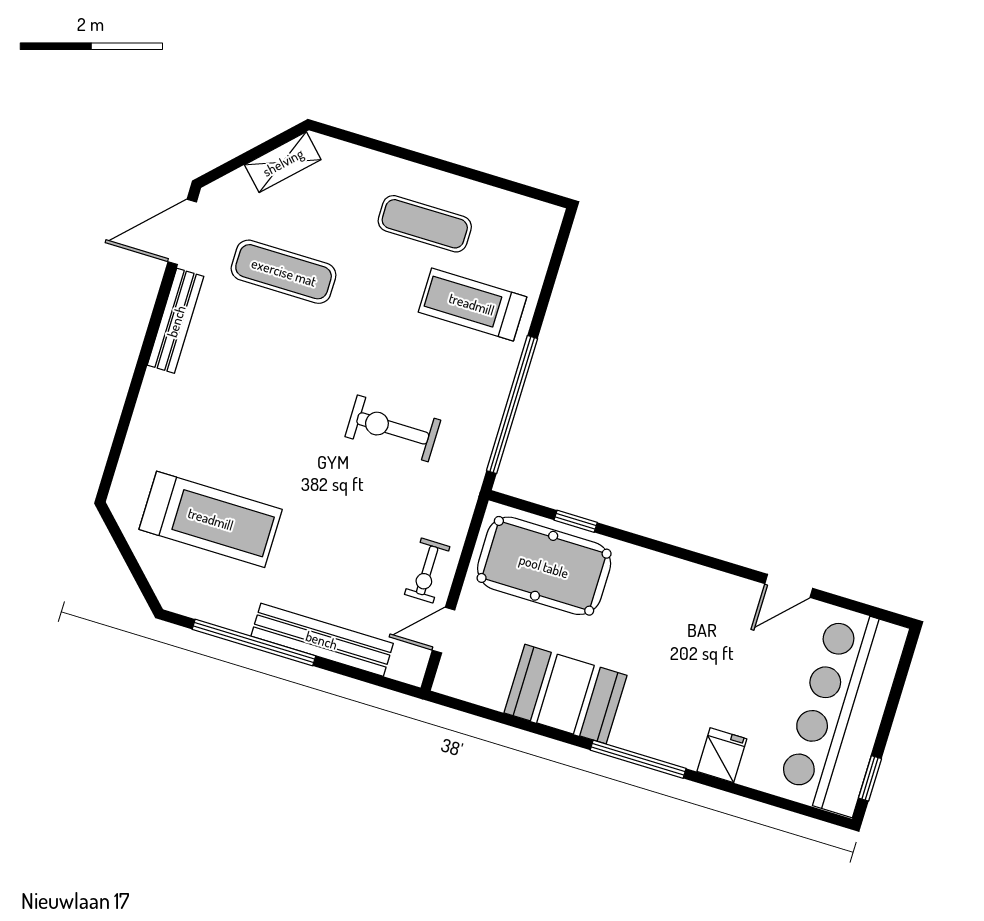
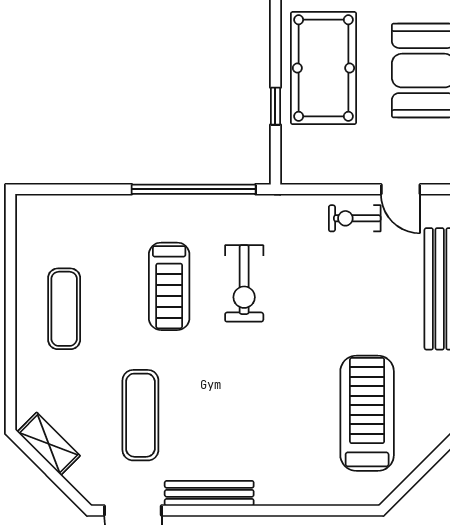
treadmill: (472, 304) -> (169, 286), moved
pool table: (544, 566) -> (323, 68), moved
exercise bike: (427, 570) -> (355, 218), turned 180

